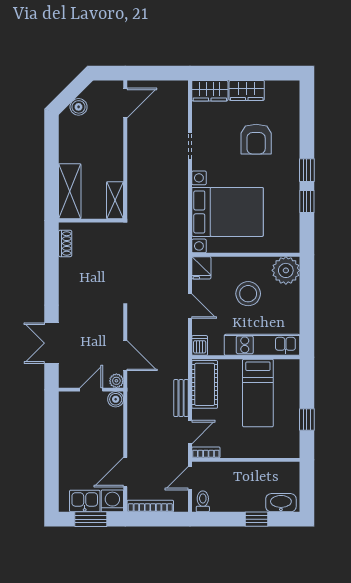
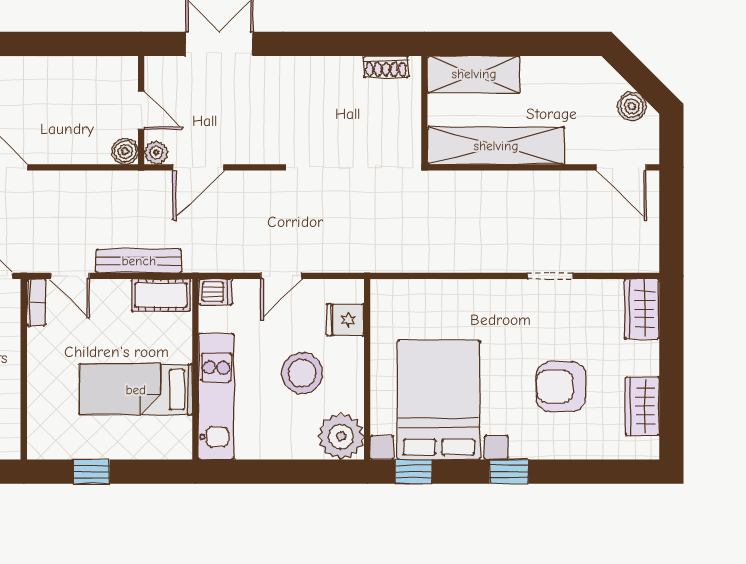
wardrobe: (247, 90) -> (642, 406), moved
boiler: (79, 107) -> (632, 106), moved
shelving: (115, 200) -> (496, 146), width x2.20, depth x1.33
window: (307, 202) -> (413, 472), moved
bed with nightstands: (228, 212) -> (439, 400), moved, turned 180
fridge: (201, 268) -> (345, 320), moved
cot: (205, 384) -> (161, 295), width x0.73, depth x0.75
bench: (181, 398) -> (139, 261), width x1.36

